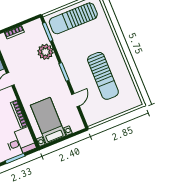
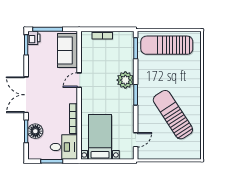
plant: (45, 52) -> (125, 80), moved
sun lounger: (103, 76) -> (173, 115), turned 147
door: (76, 100) -> (136, 140), moved

